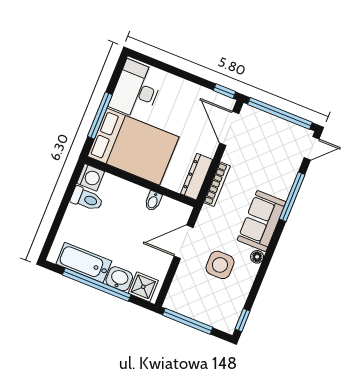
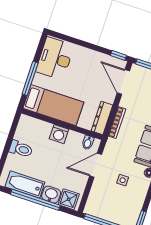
bed: (133, 147) -> (53, 105), width x0.67
washing machine: (91, 177) -> (59, 134), moved, turned 90
toilet: (87, 199) -> (21, 149), moved
bidet: (153, 201) -> (88, 143), moved
side table: (220, 265) -> (123, 180), width x0.54, depth x0.54

